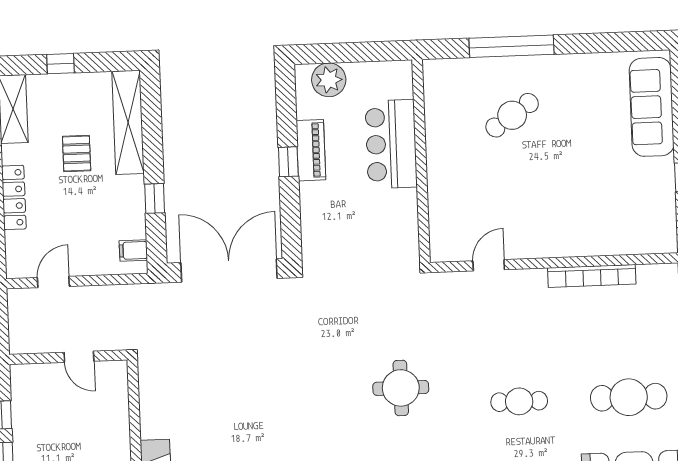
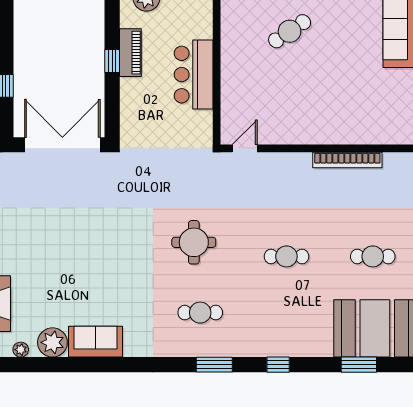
bar counter: (391, 144) -> (194, 75), moved
door: (489, 265) -> (245, 148), moved
cafe table: (629, 397) -> (373, 256), width x0.73, depth x0.74

